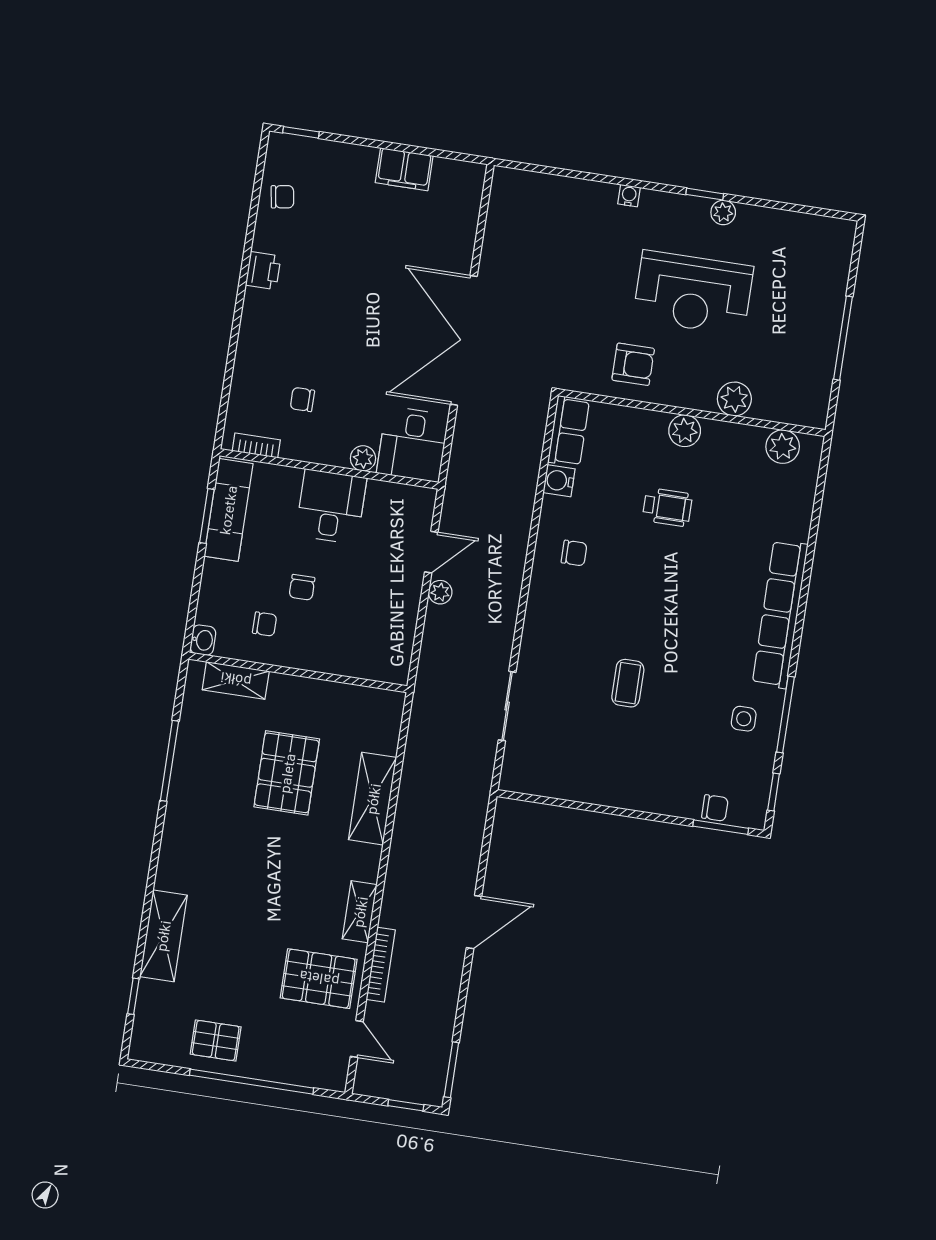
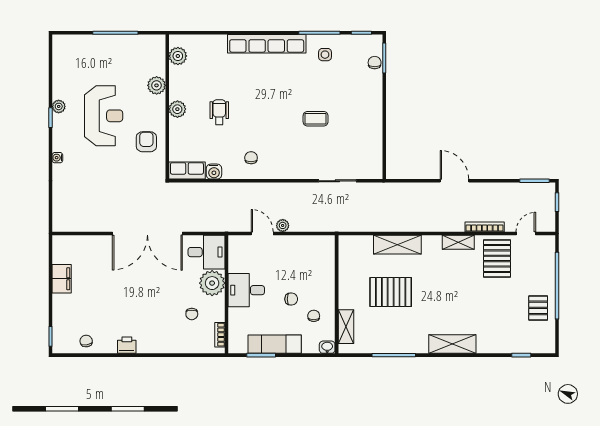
plant: (363, 458) -> (212, 283), width x1.87, depth x1.87
exam couch: (228, 510) -> (275, 344), moved
shelving: (163, 936) -> (452, 344), moved

